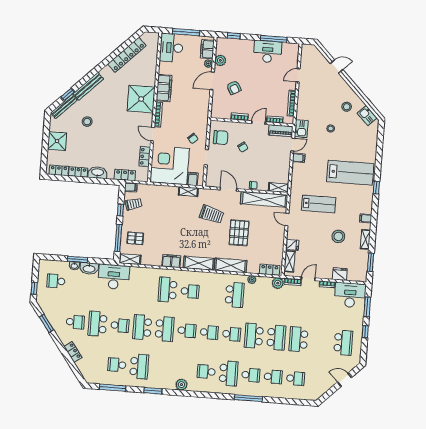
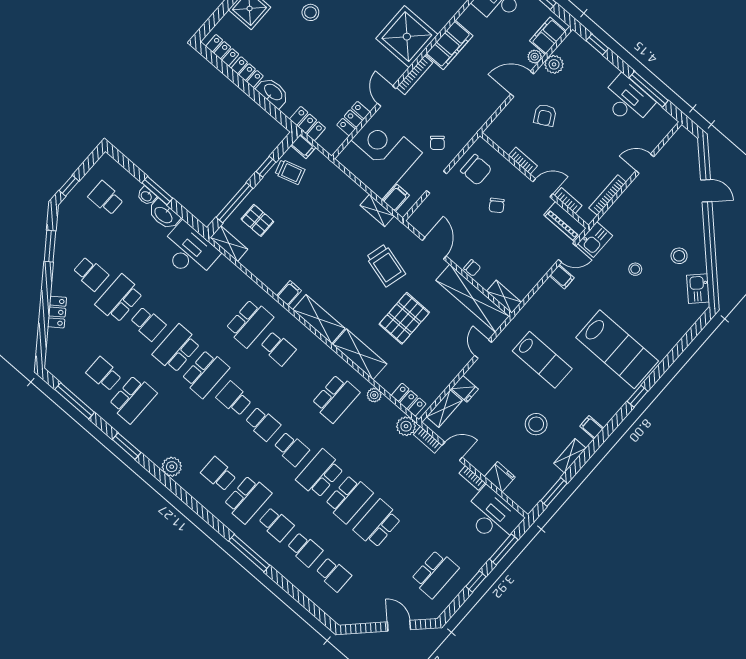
filing cabinet: (171, 261) -> (289, 293), width x0.50
school desk: (168, 290) -> (249, 323), turned 180
school desk: (187, 331) -> (234, 399), turned 180

